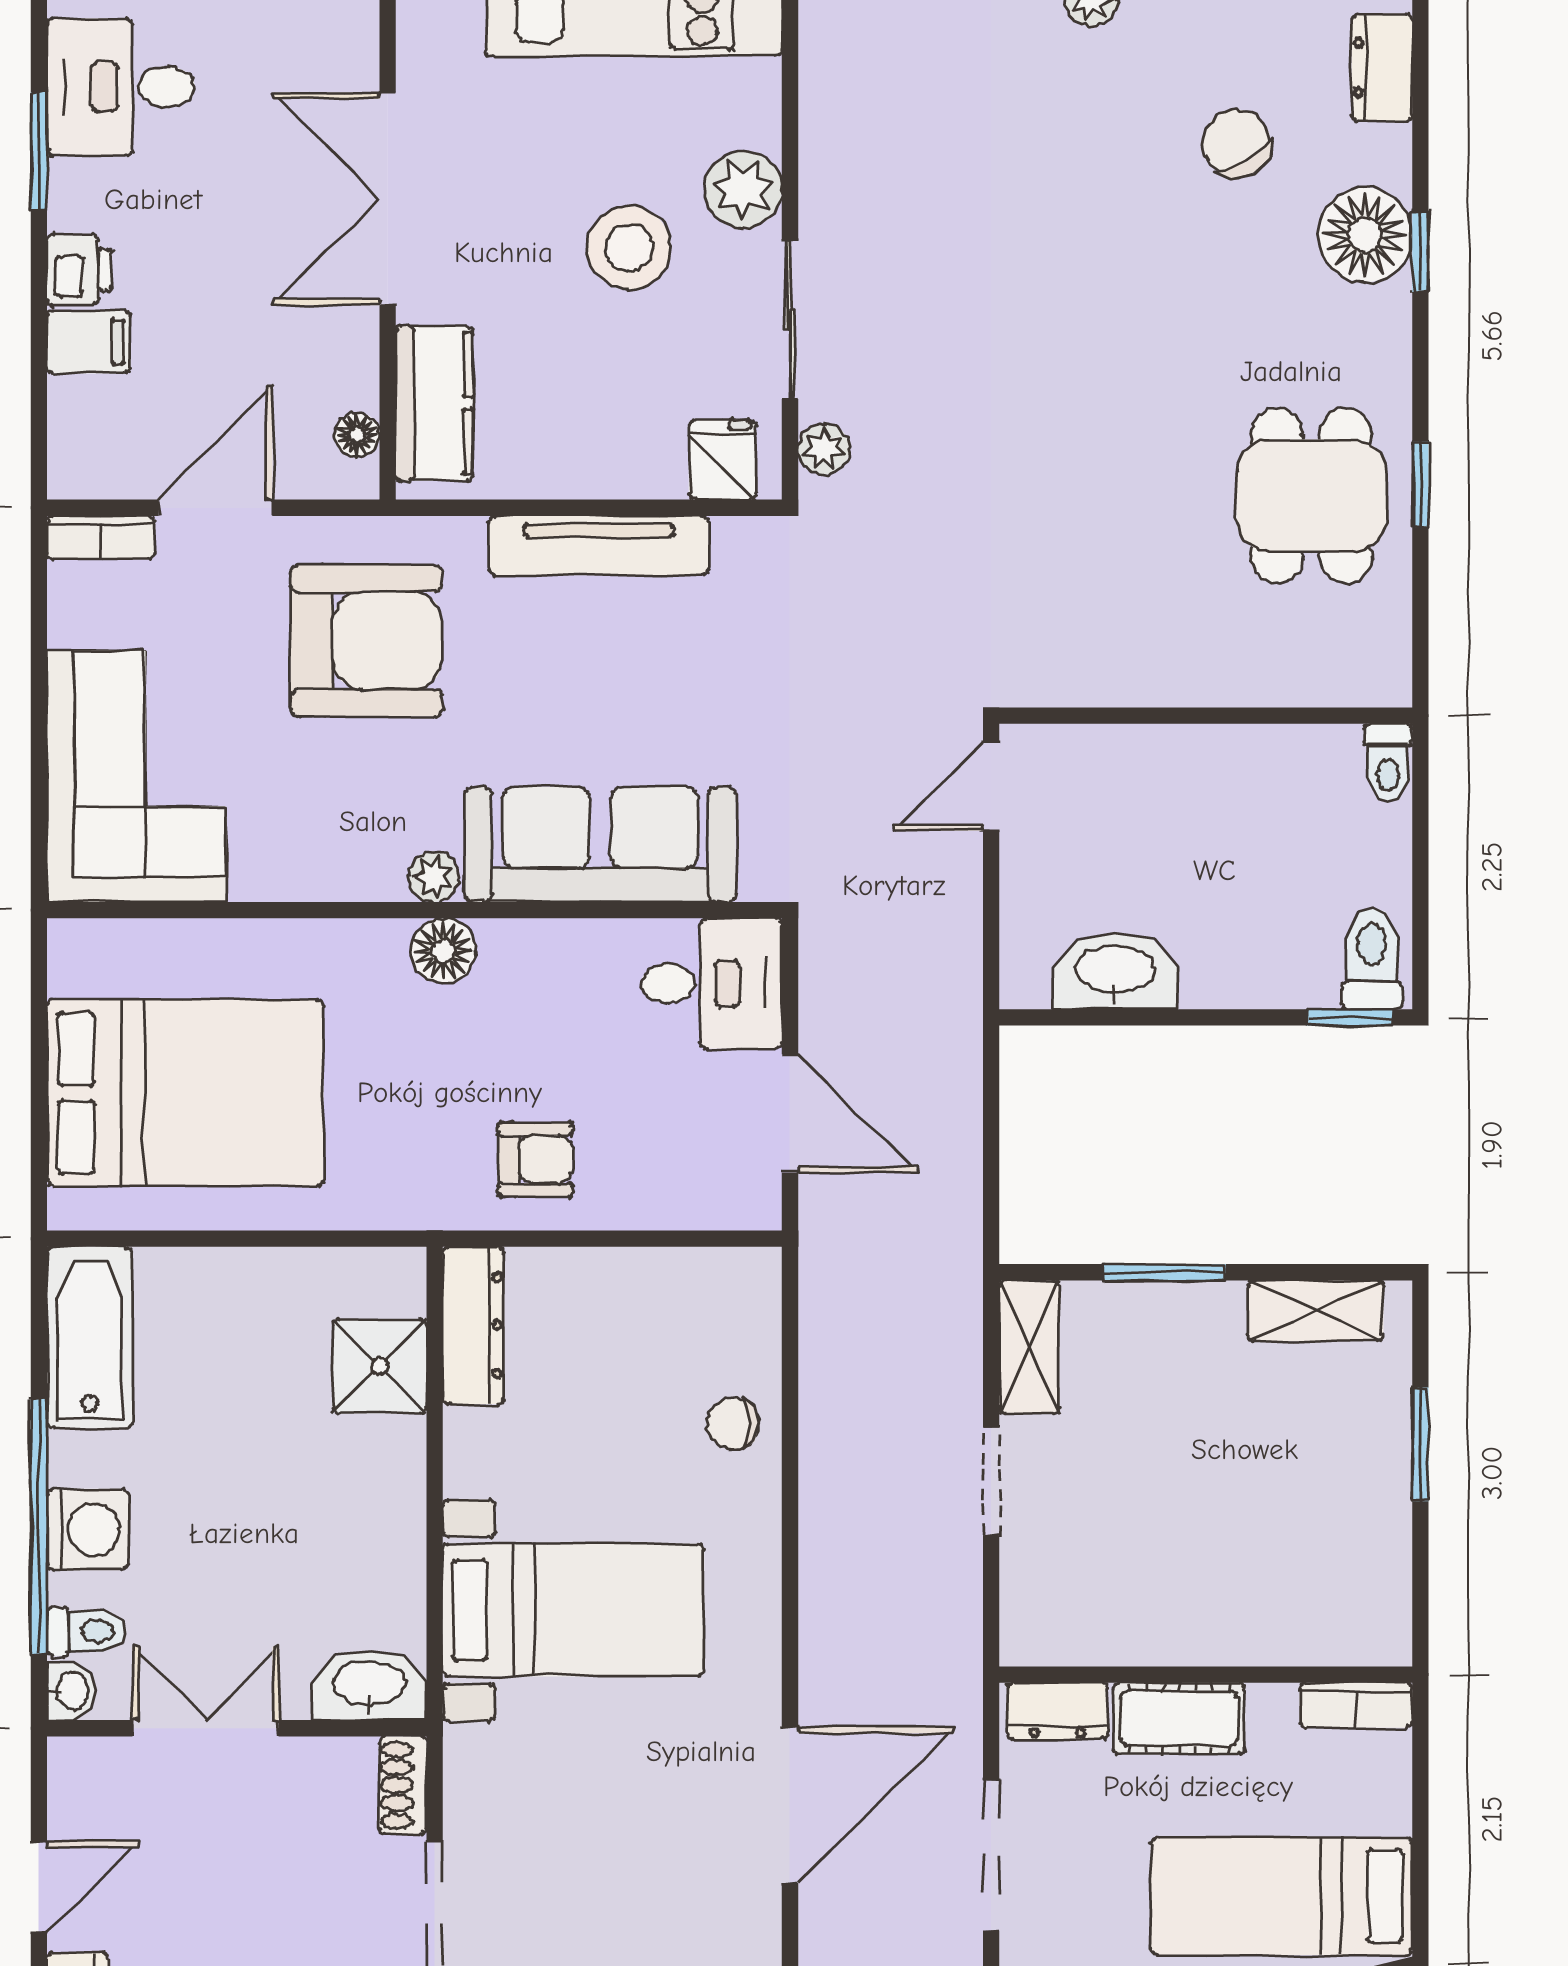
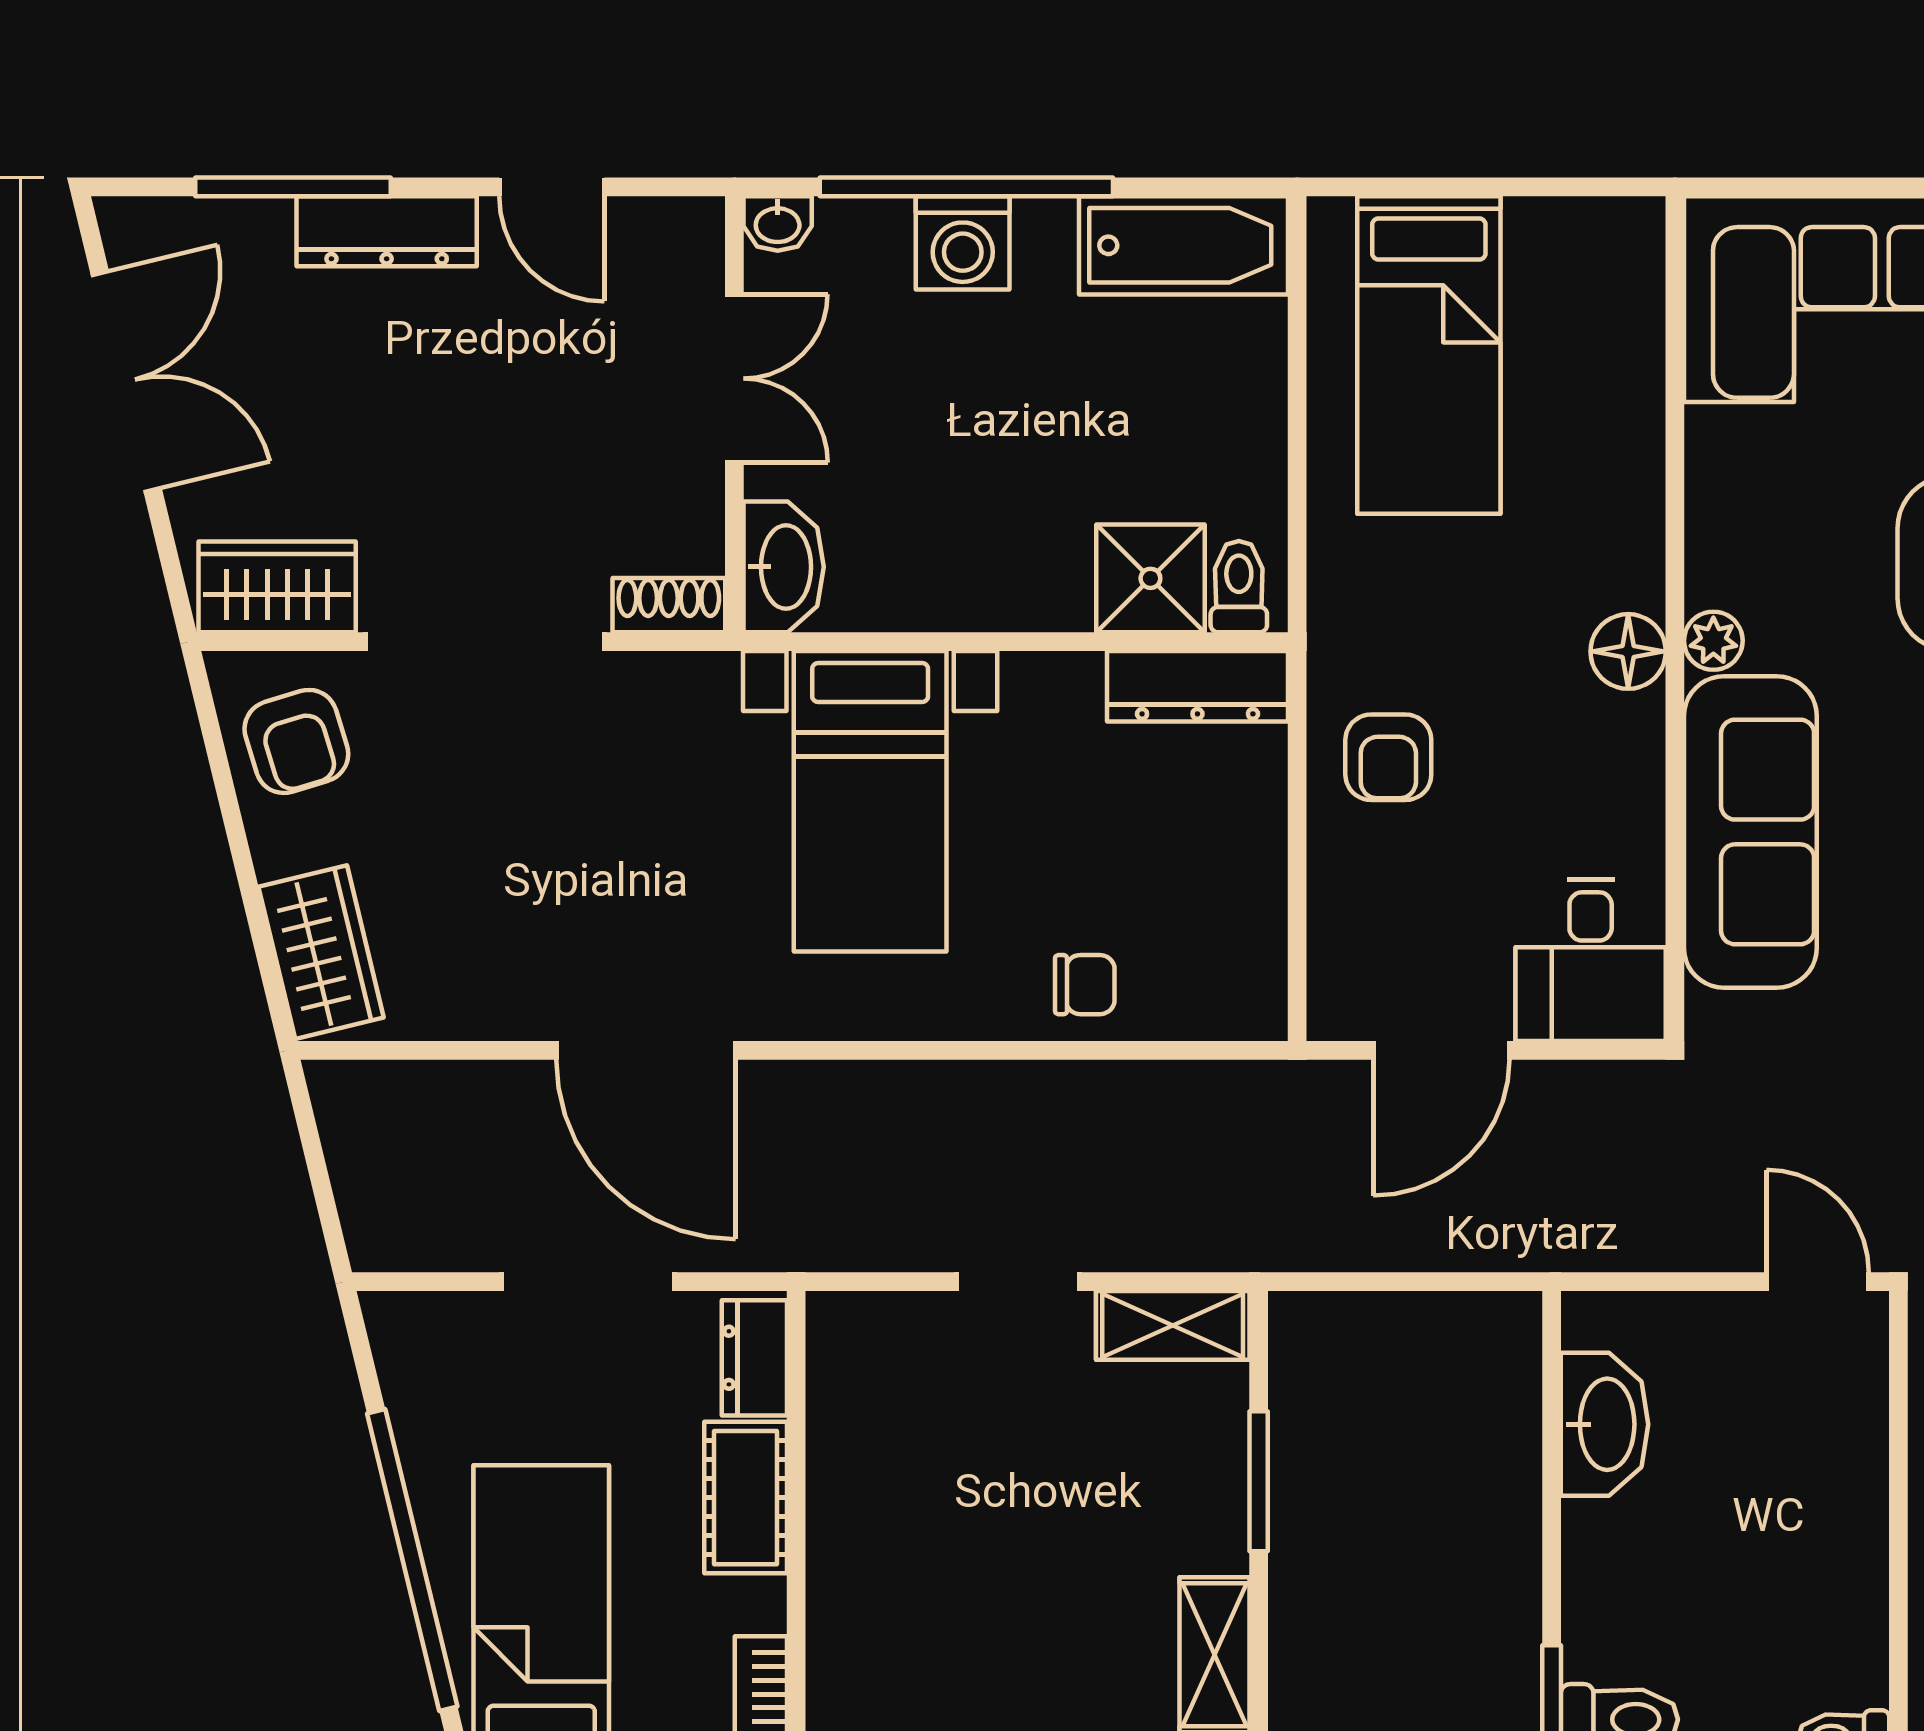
bed: (185, 1093) -> (1429, 355), width x0.67
chair: (733, 1423) -> (1085, 985), turned 90
toilet: (87, 1631) -> (1239, 587), moved, turned 180

